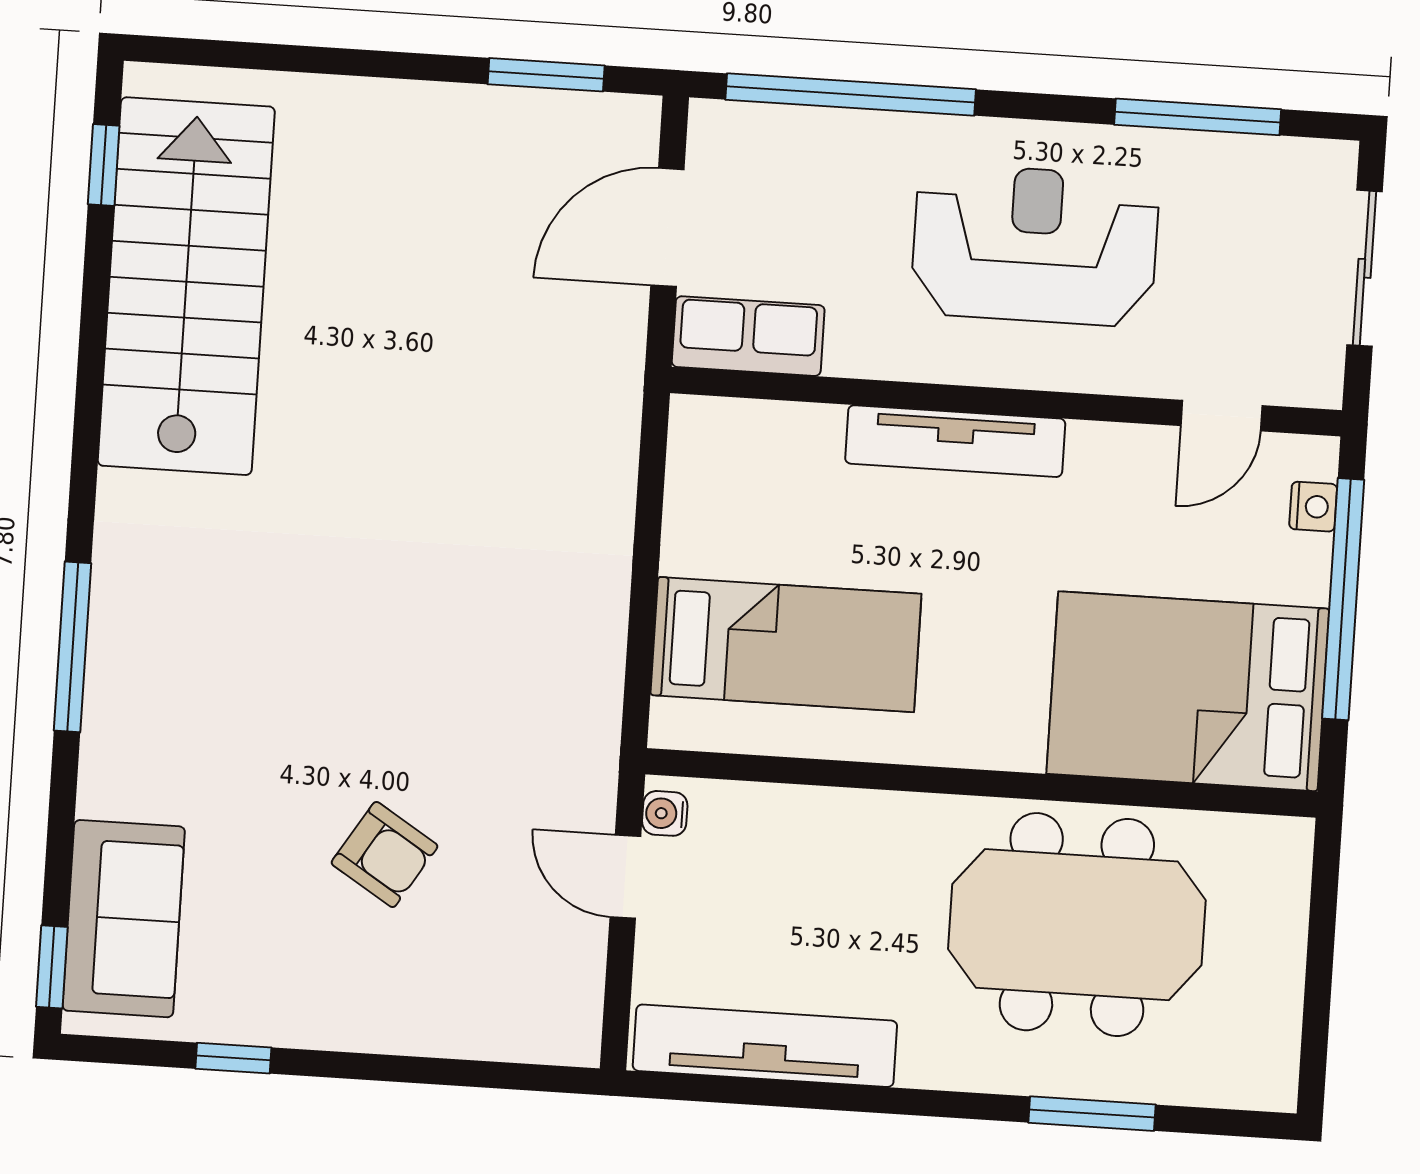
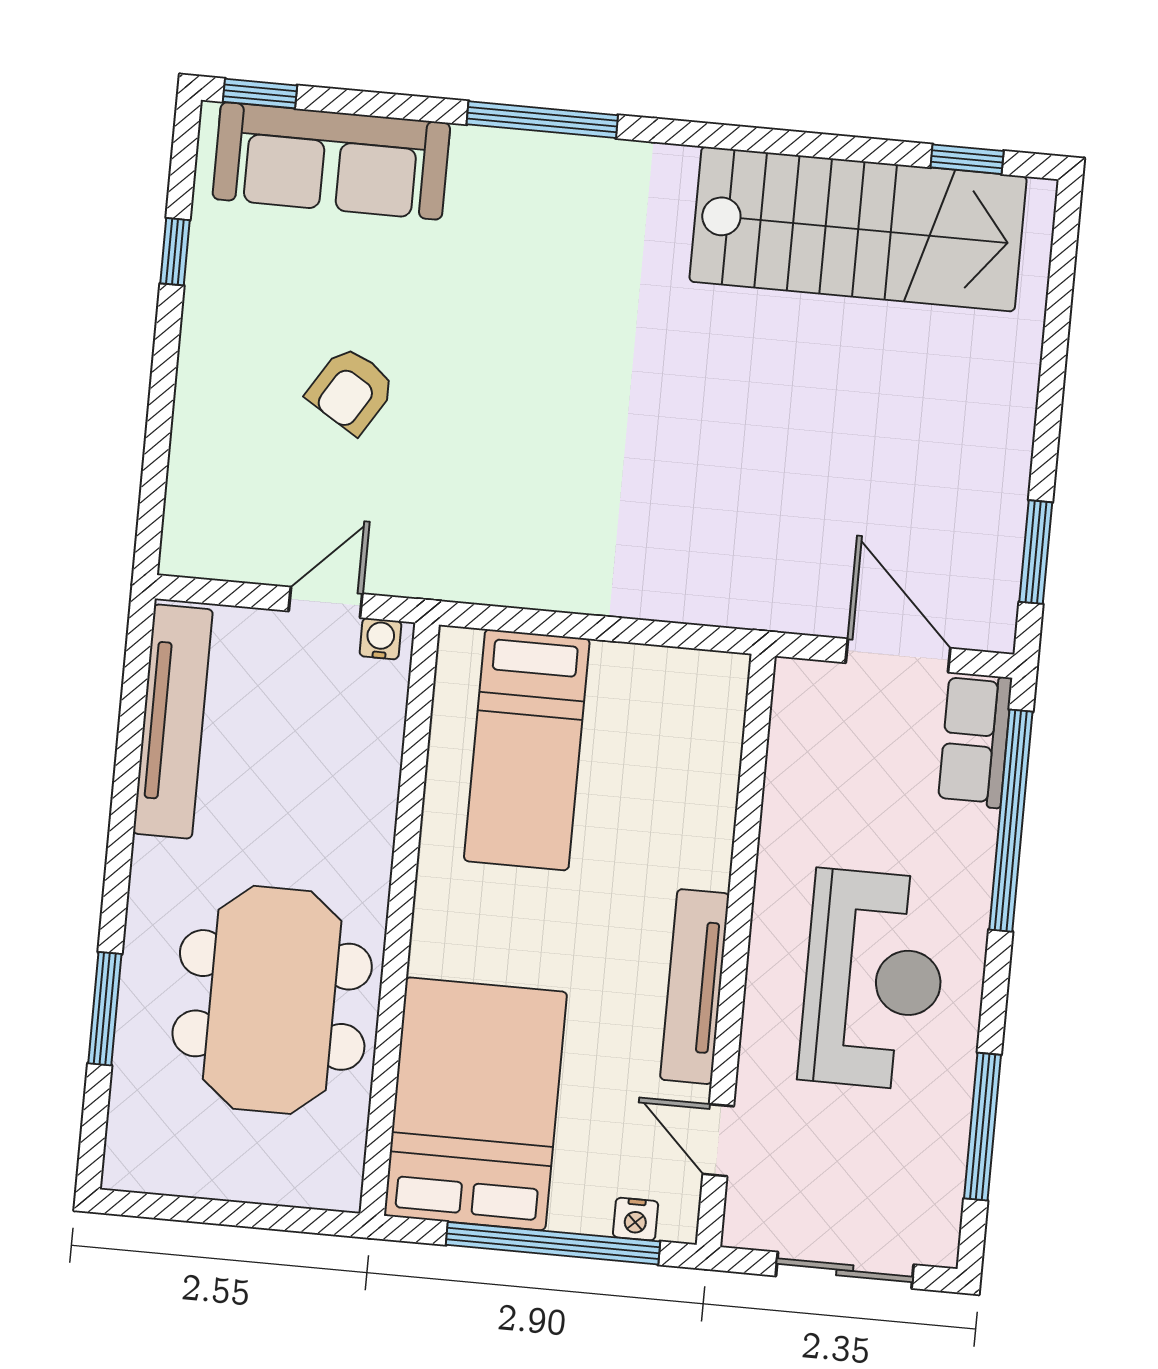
row of seats: (748, 336) -> (975, 740), moved, turned 180
tv unit: (955, 441) -> (695, 987), moved
sofa: (124, 919) -> (331, 161), width x1.36

